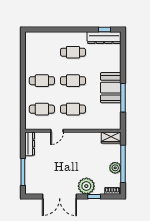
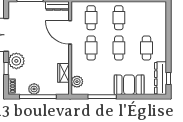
booth: (111, 88) -> (129, 85), moved
plant: (108, 124) -> (77, 82), added
door: (57, 131) -> (70, 32), width x1.88
wardrobe: (111, 138) -> (64, 73), moved

